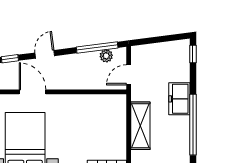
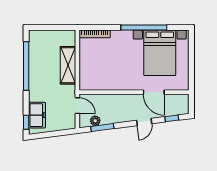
window: (97, 47) -> (102, 127), width x0.69
door: (129, 75) -> (77, 106), hinge flipped
freezer: (179, 99) -> (37, 115), moved

